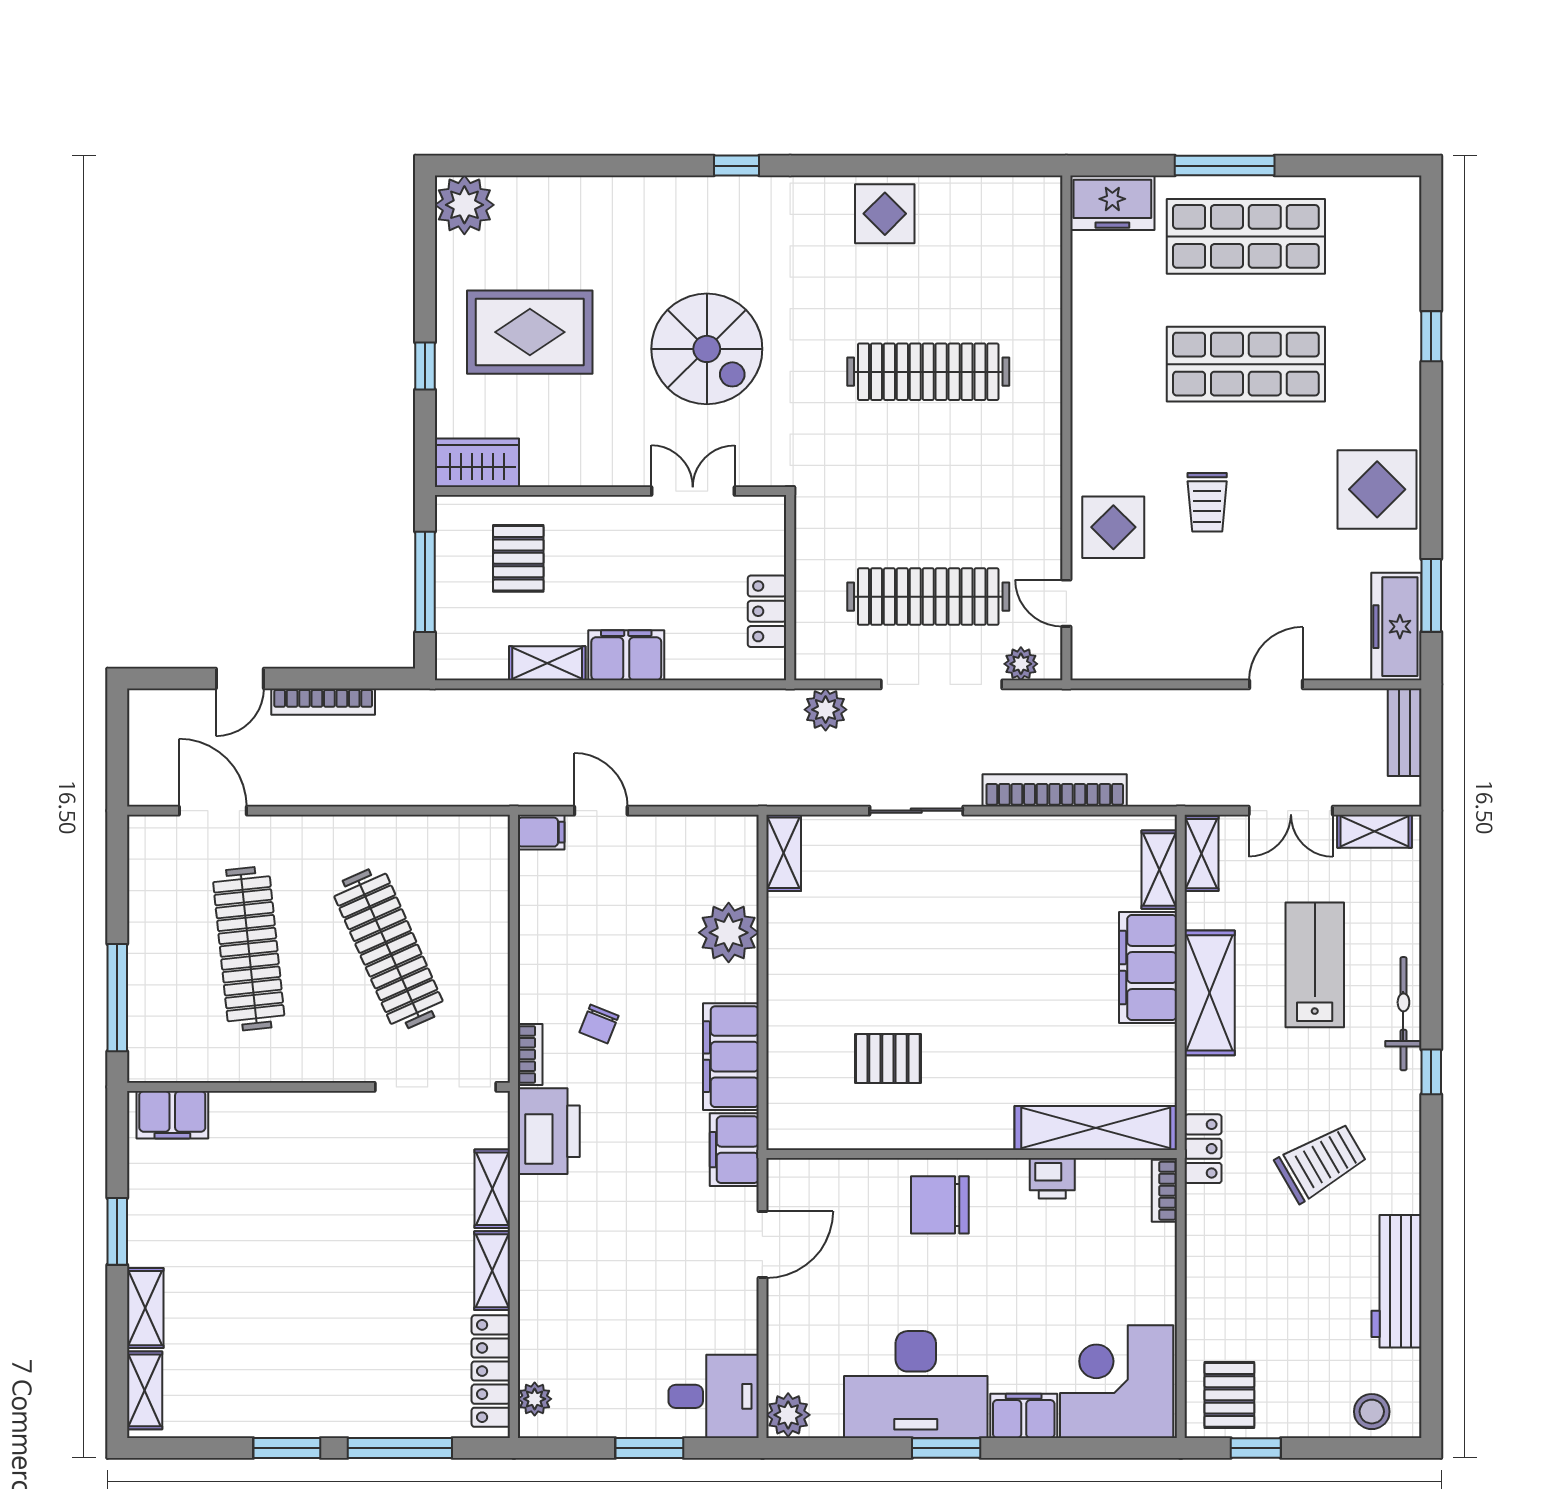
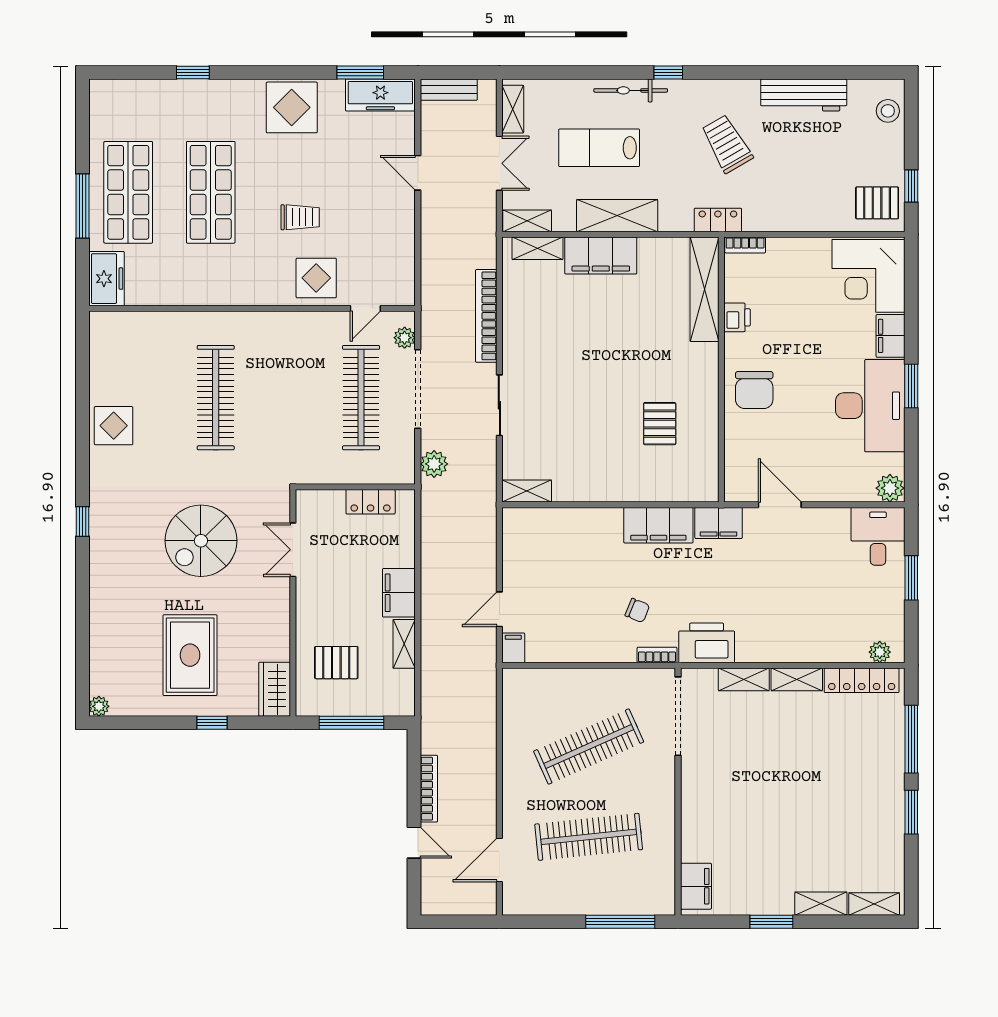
plant: (464, 205) -> (99, 706), width x0.53, depth x0.53
spiral stairs: (707, 349) -> (201, 541), turned 180
plant: (729, 933) -> (578, 527), removed

